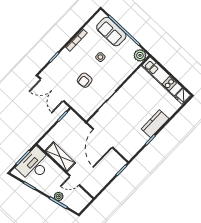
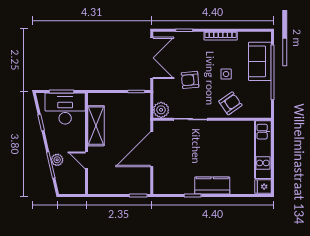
plant: (140, 55) -> (161, 110), moved
armchair: (119, 70) -> (230, 103), added
double door: (52, 90) -> (152, 58), swing flipped

